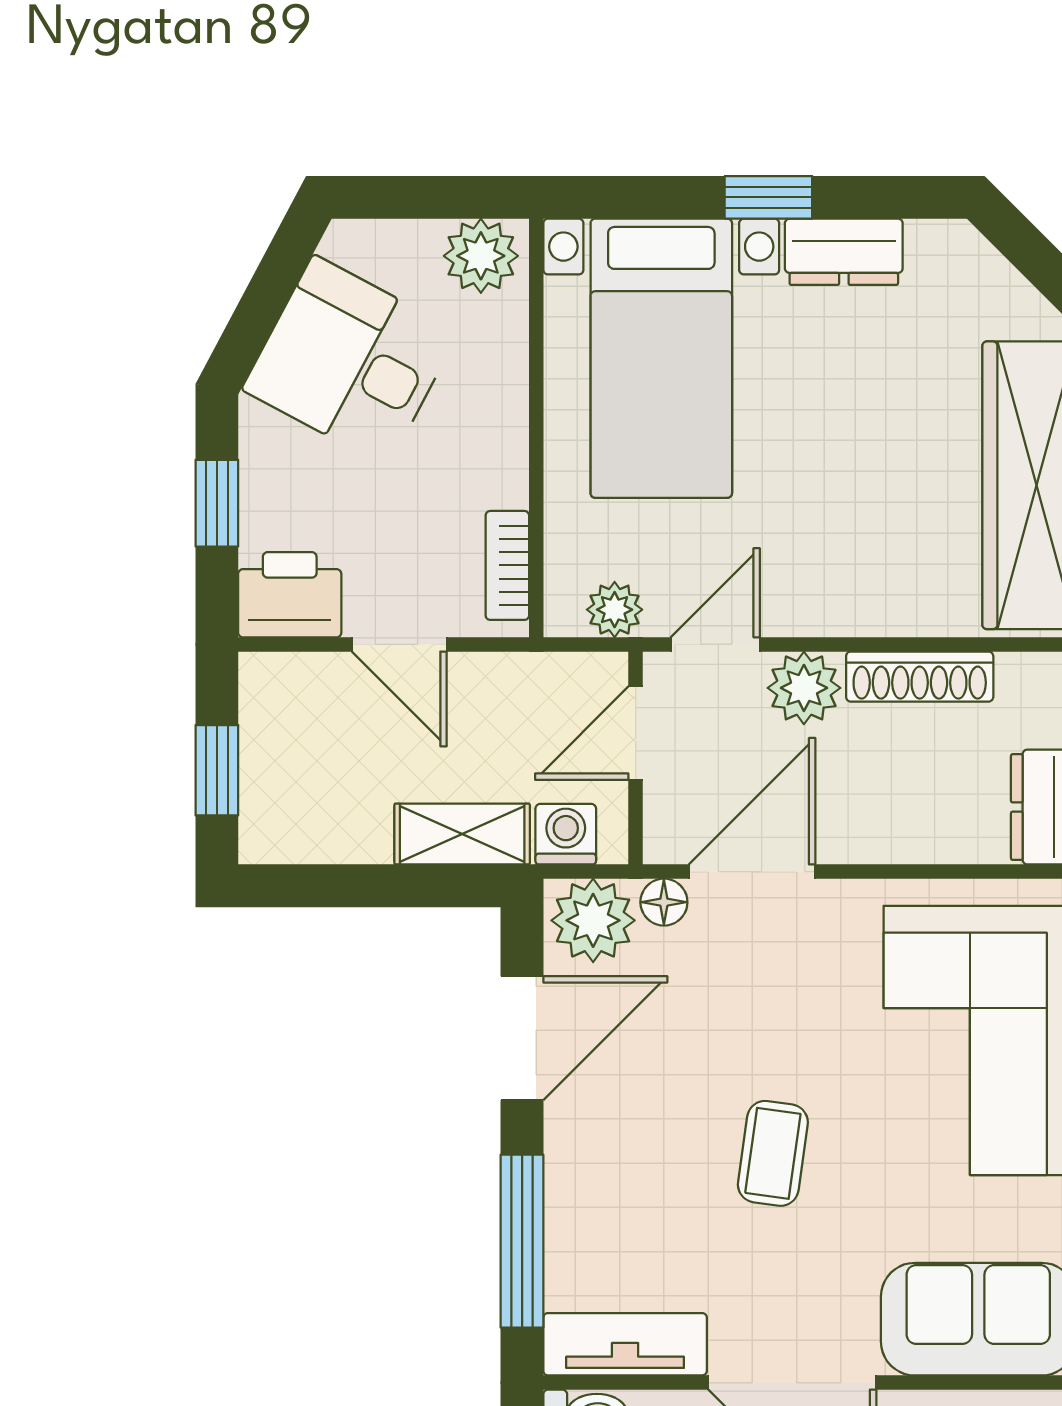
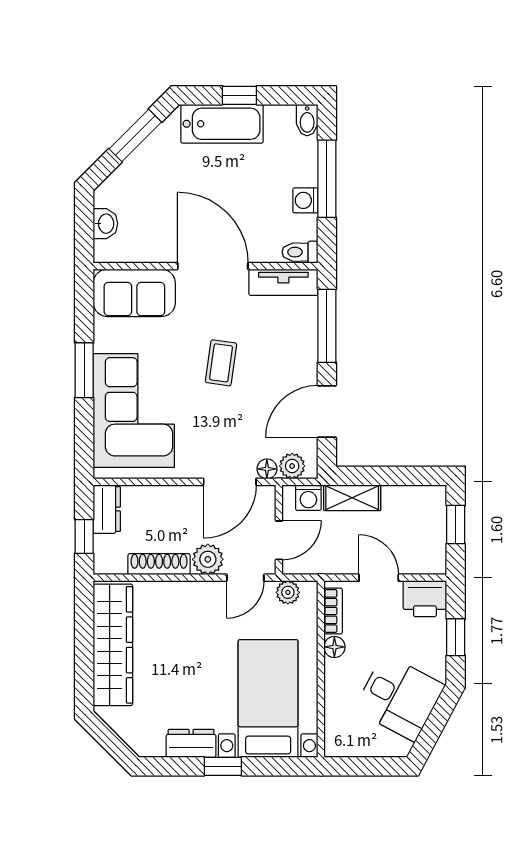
plant: (481, 256) -> (344, 742), removed
floor lamp: (504, 480) -> (334, 647), added
plant: (593, 920) -> (292, 466), width x0.73, depth x0.73

